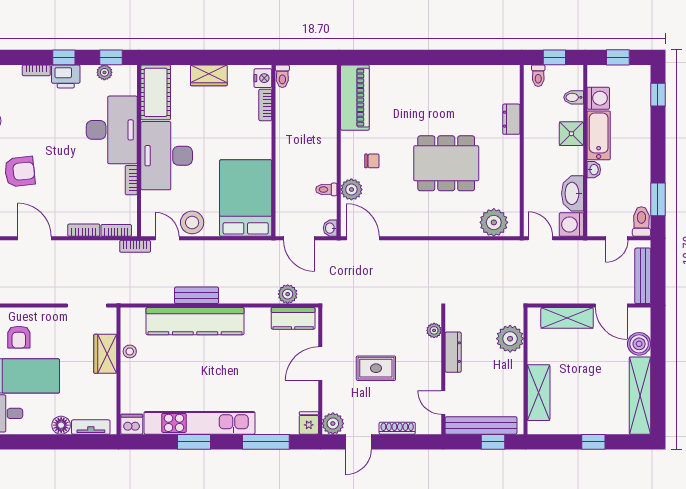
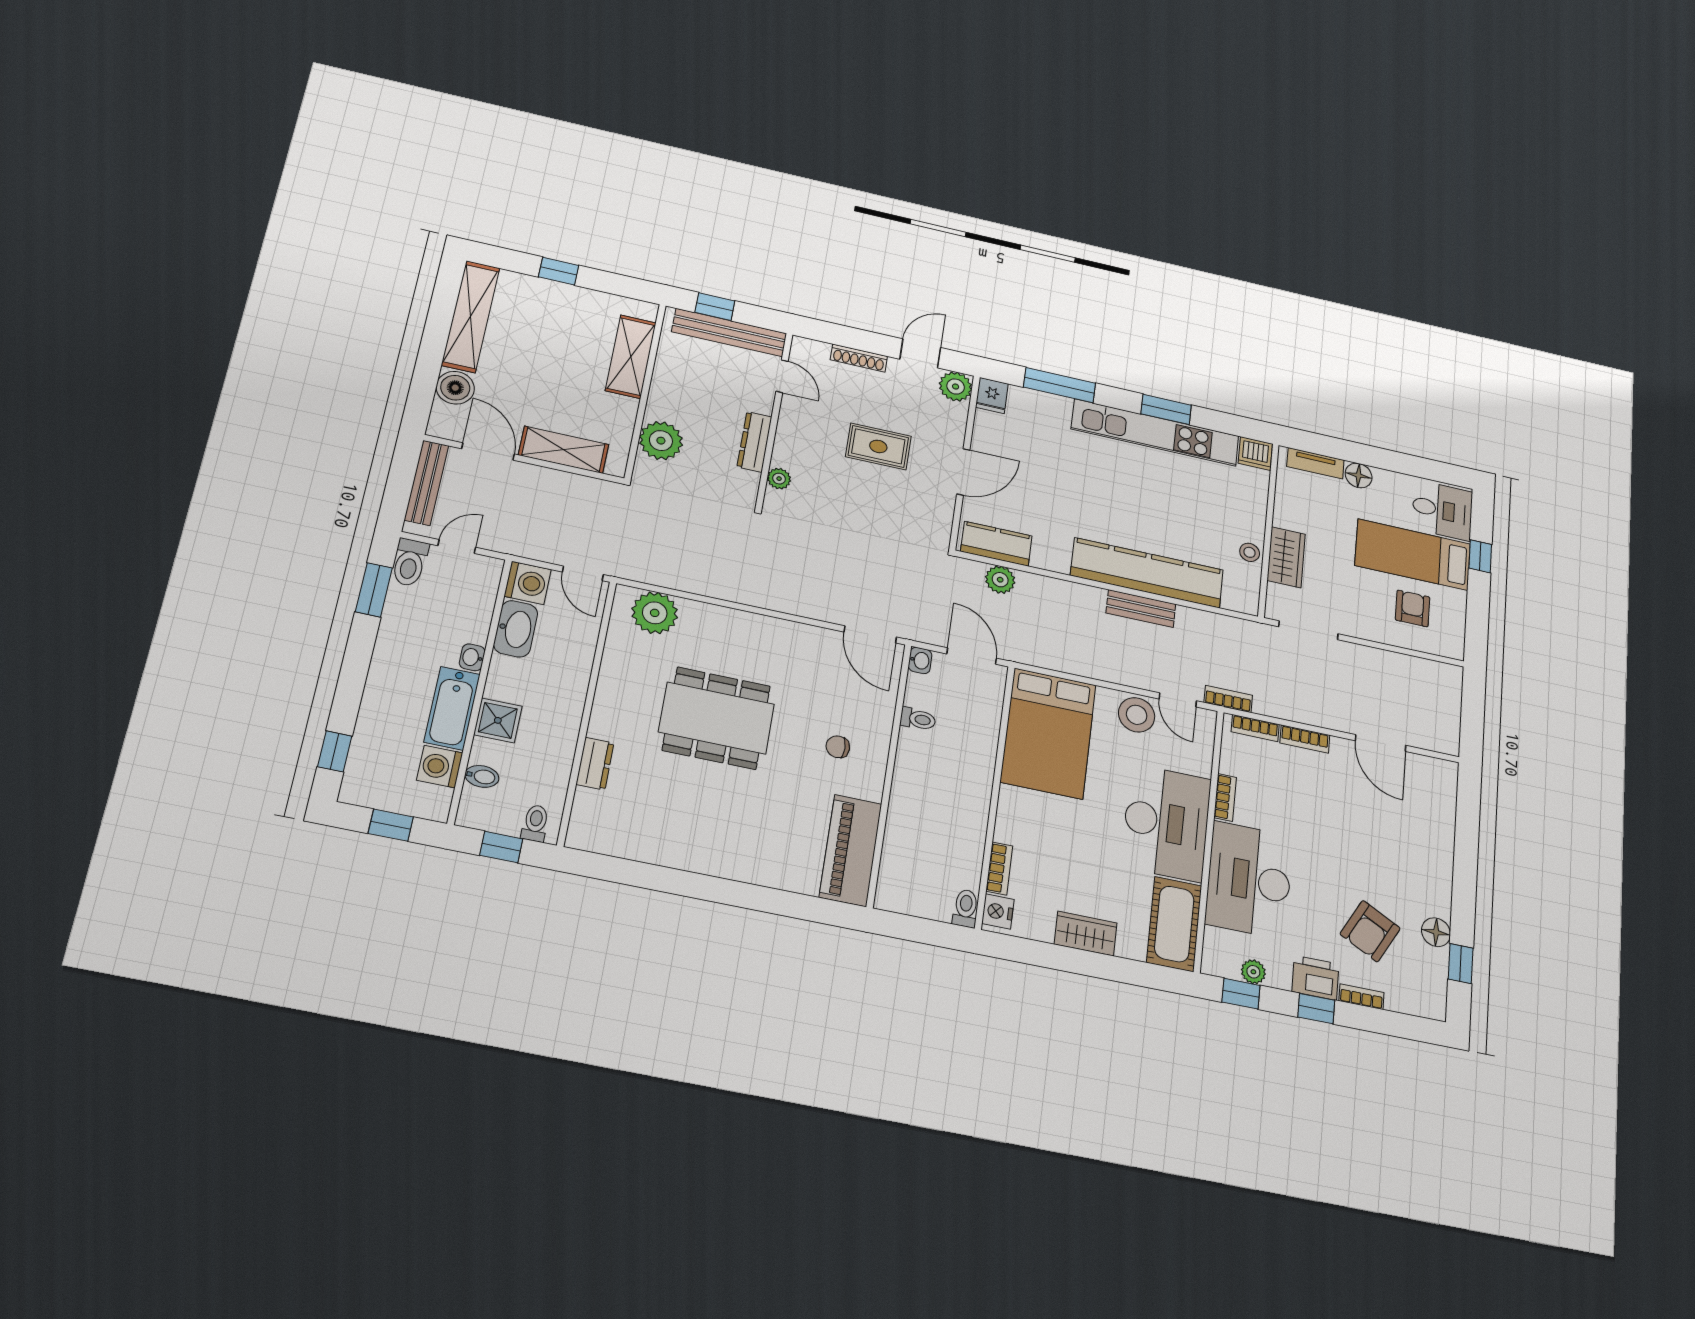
armchair: (20, 172) -> (1370, 931), moved, turned -56
plant: (351, 189) -> (878, 711), removed

